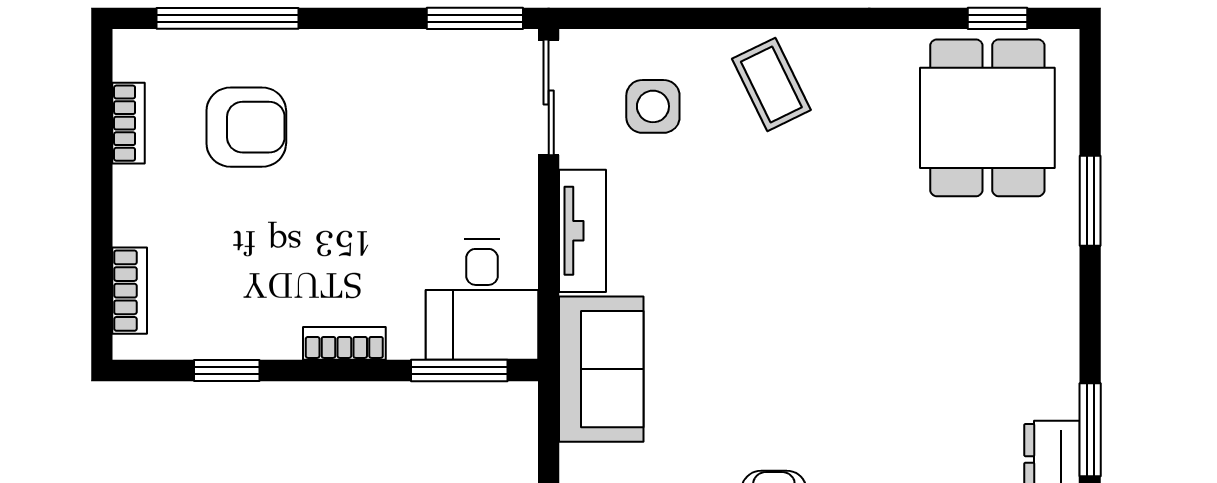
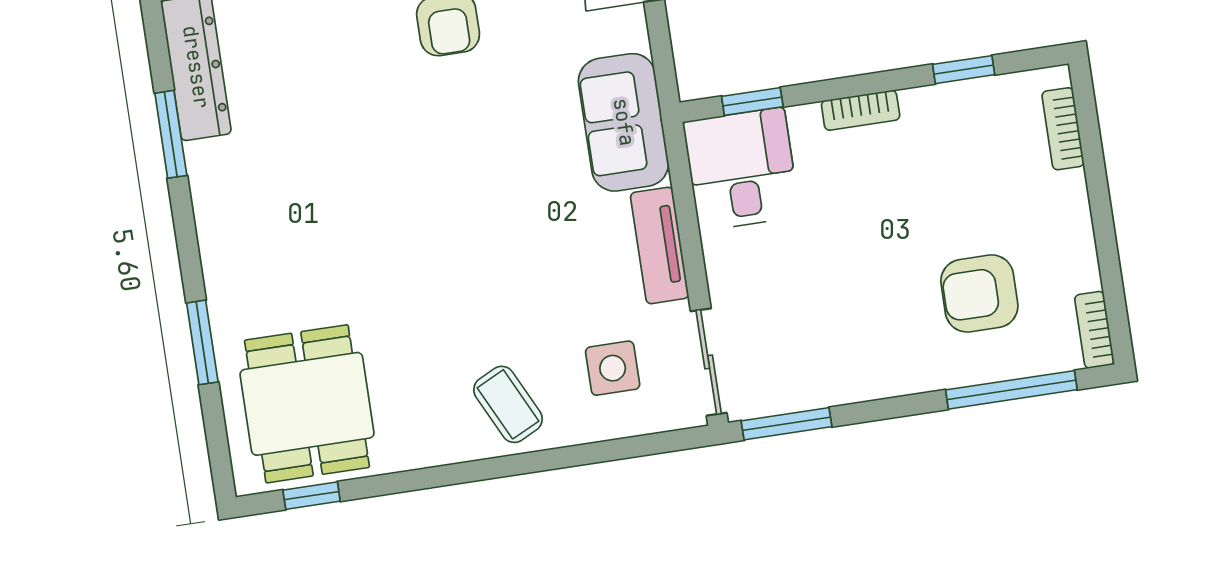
bookcase: (129, 123) -> (1094, 330), moved
window: (459, 371) -> (752, 102), width x0.67

